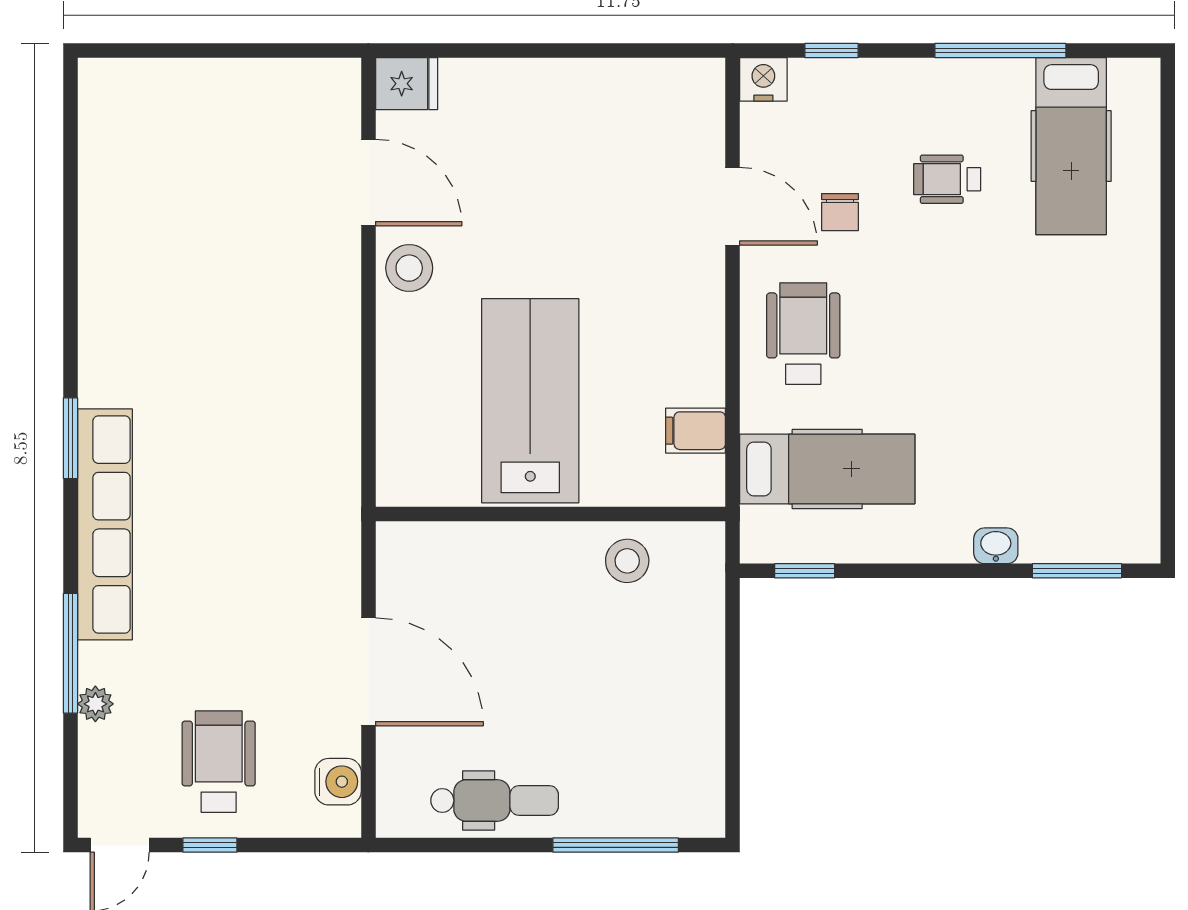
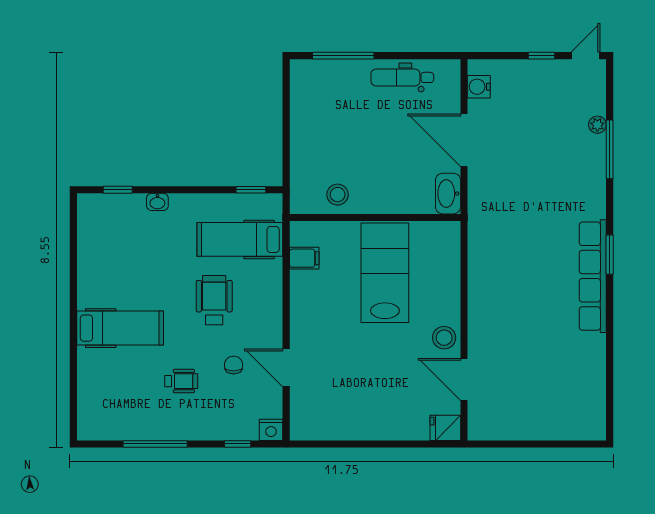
hospital bed: (1071, 146) -> (120, 328), moved, turned 90
wheelchair: (803, 334) -> (214, 300), moved, turned 180
lab bench: (530, 401) -> (385, 273), turned 180
row of seats: (105, 524) -> (593, 276), moved
washbasin: (401, 563) -> (448, 194), added
window: (1077, 571) -> (118, 190), width x0.67
wheelchair: (219, 762) -> (537, 96), removed

